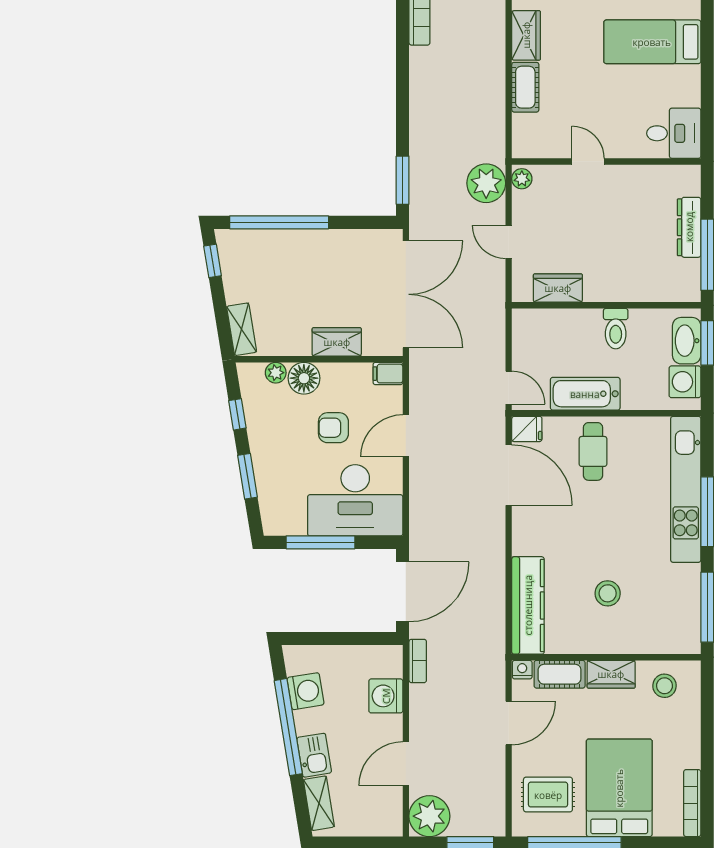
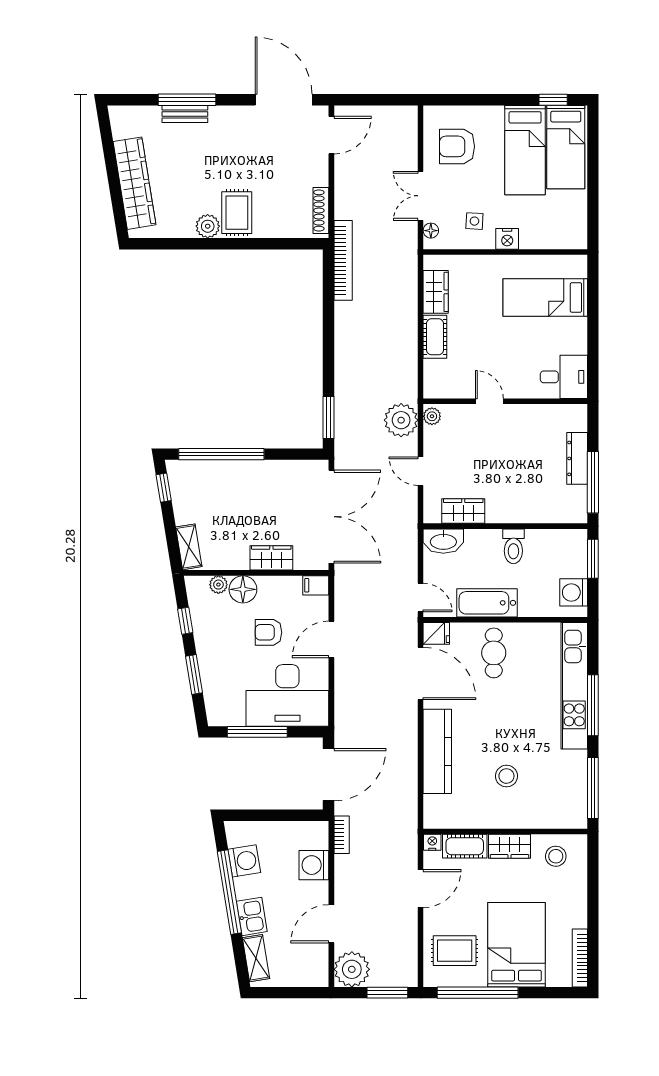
washbasin: (687, 341) -> (443, 541), moved, turned -90
kitchen counter: (528, 605) -> (437, 751), moved

